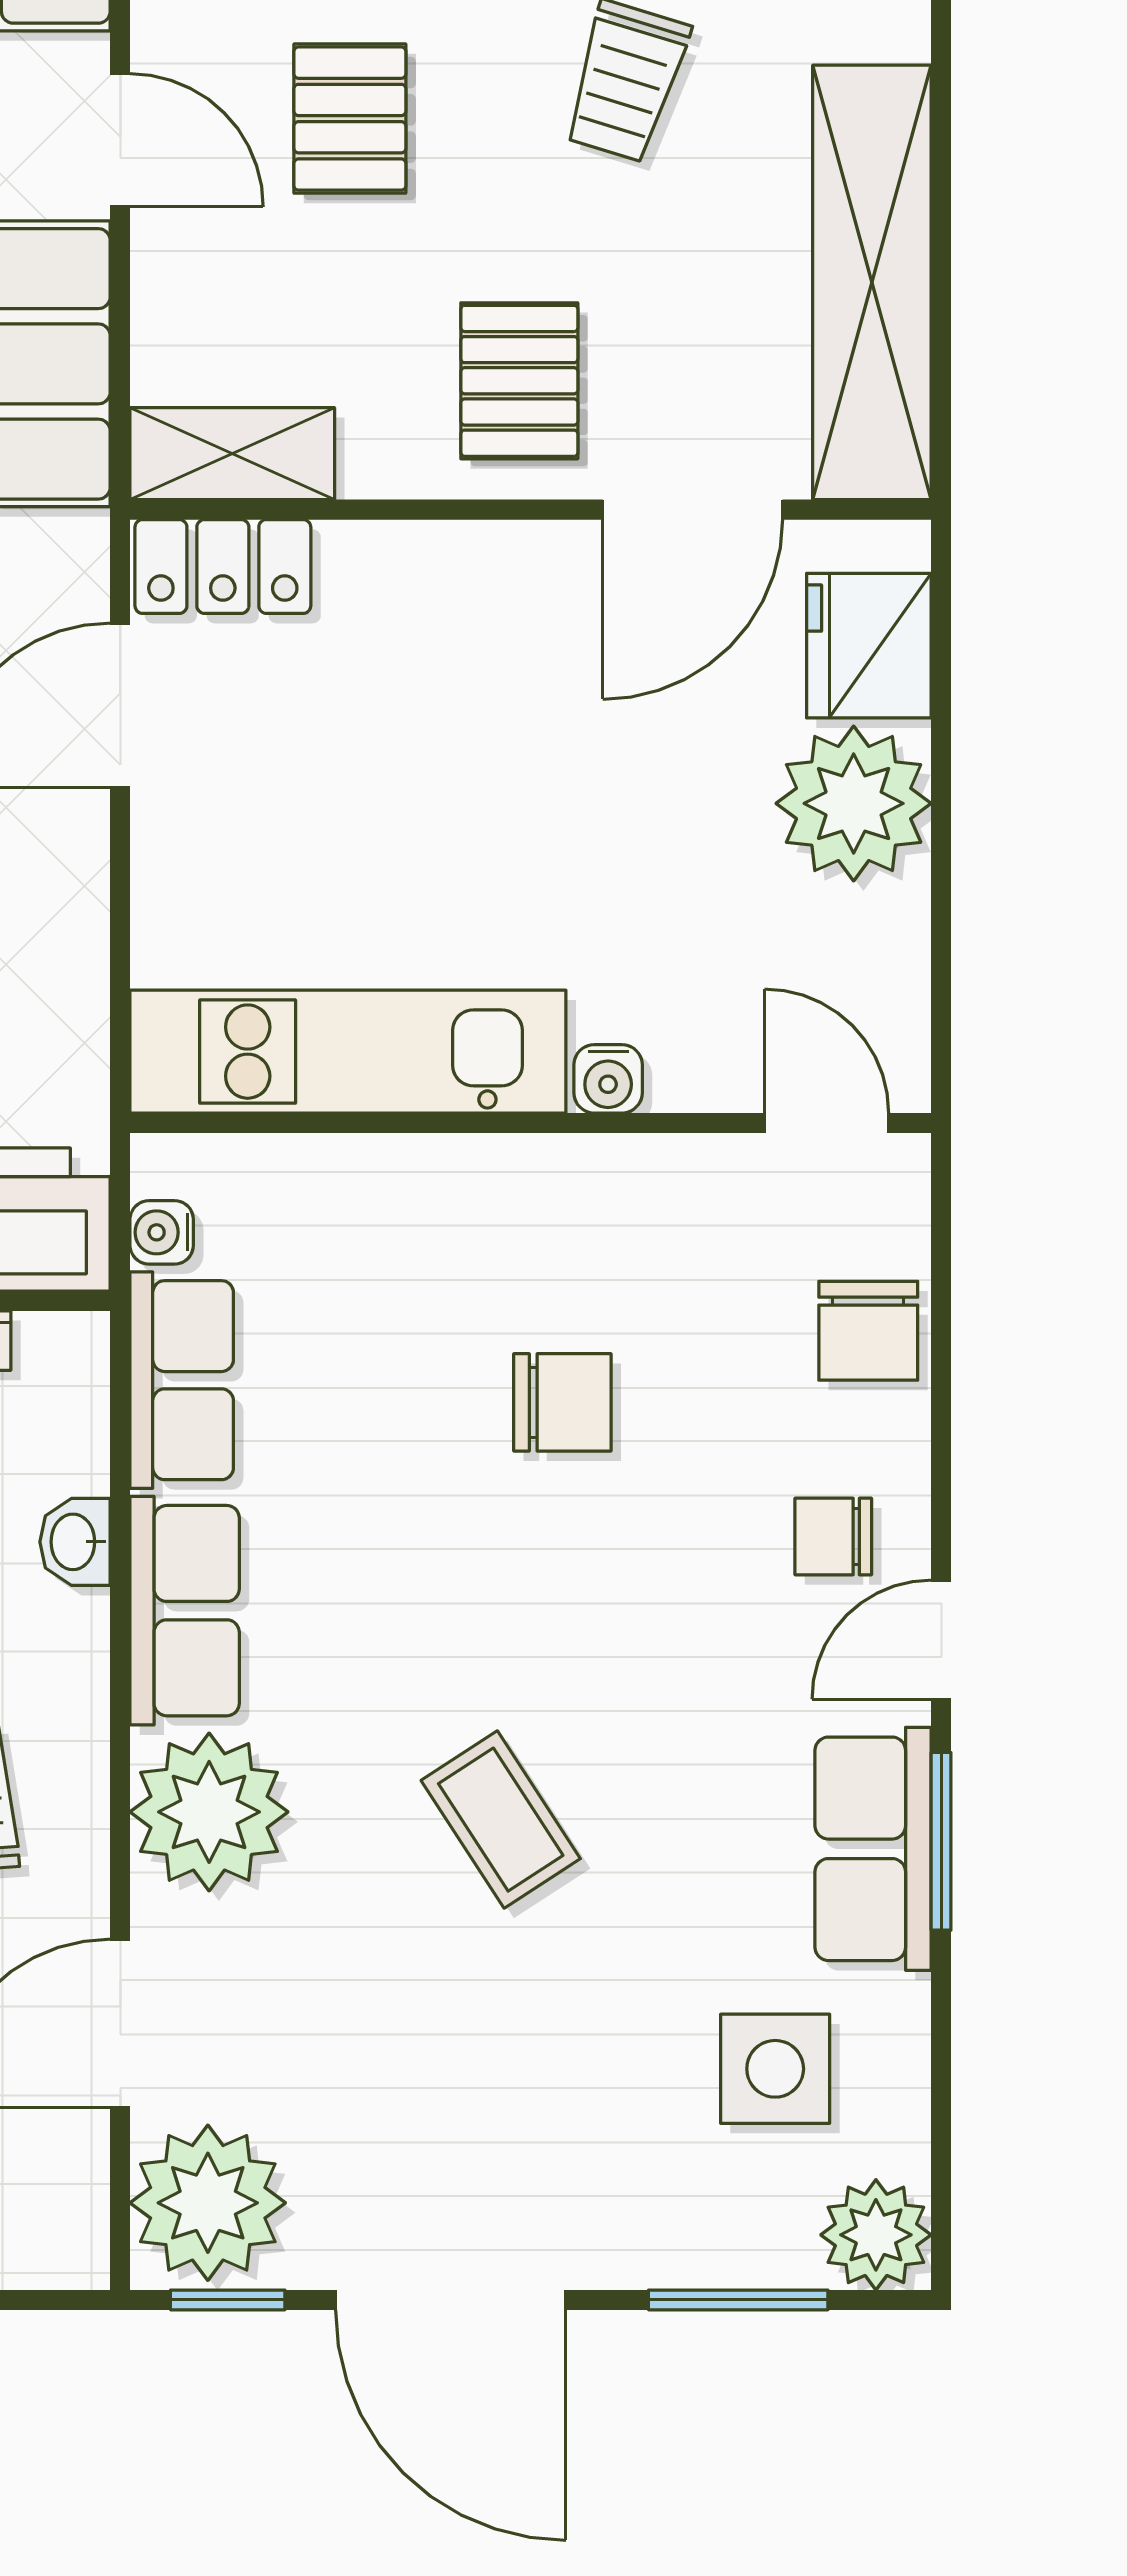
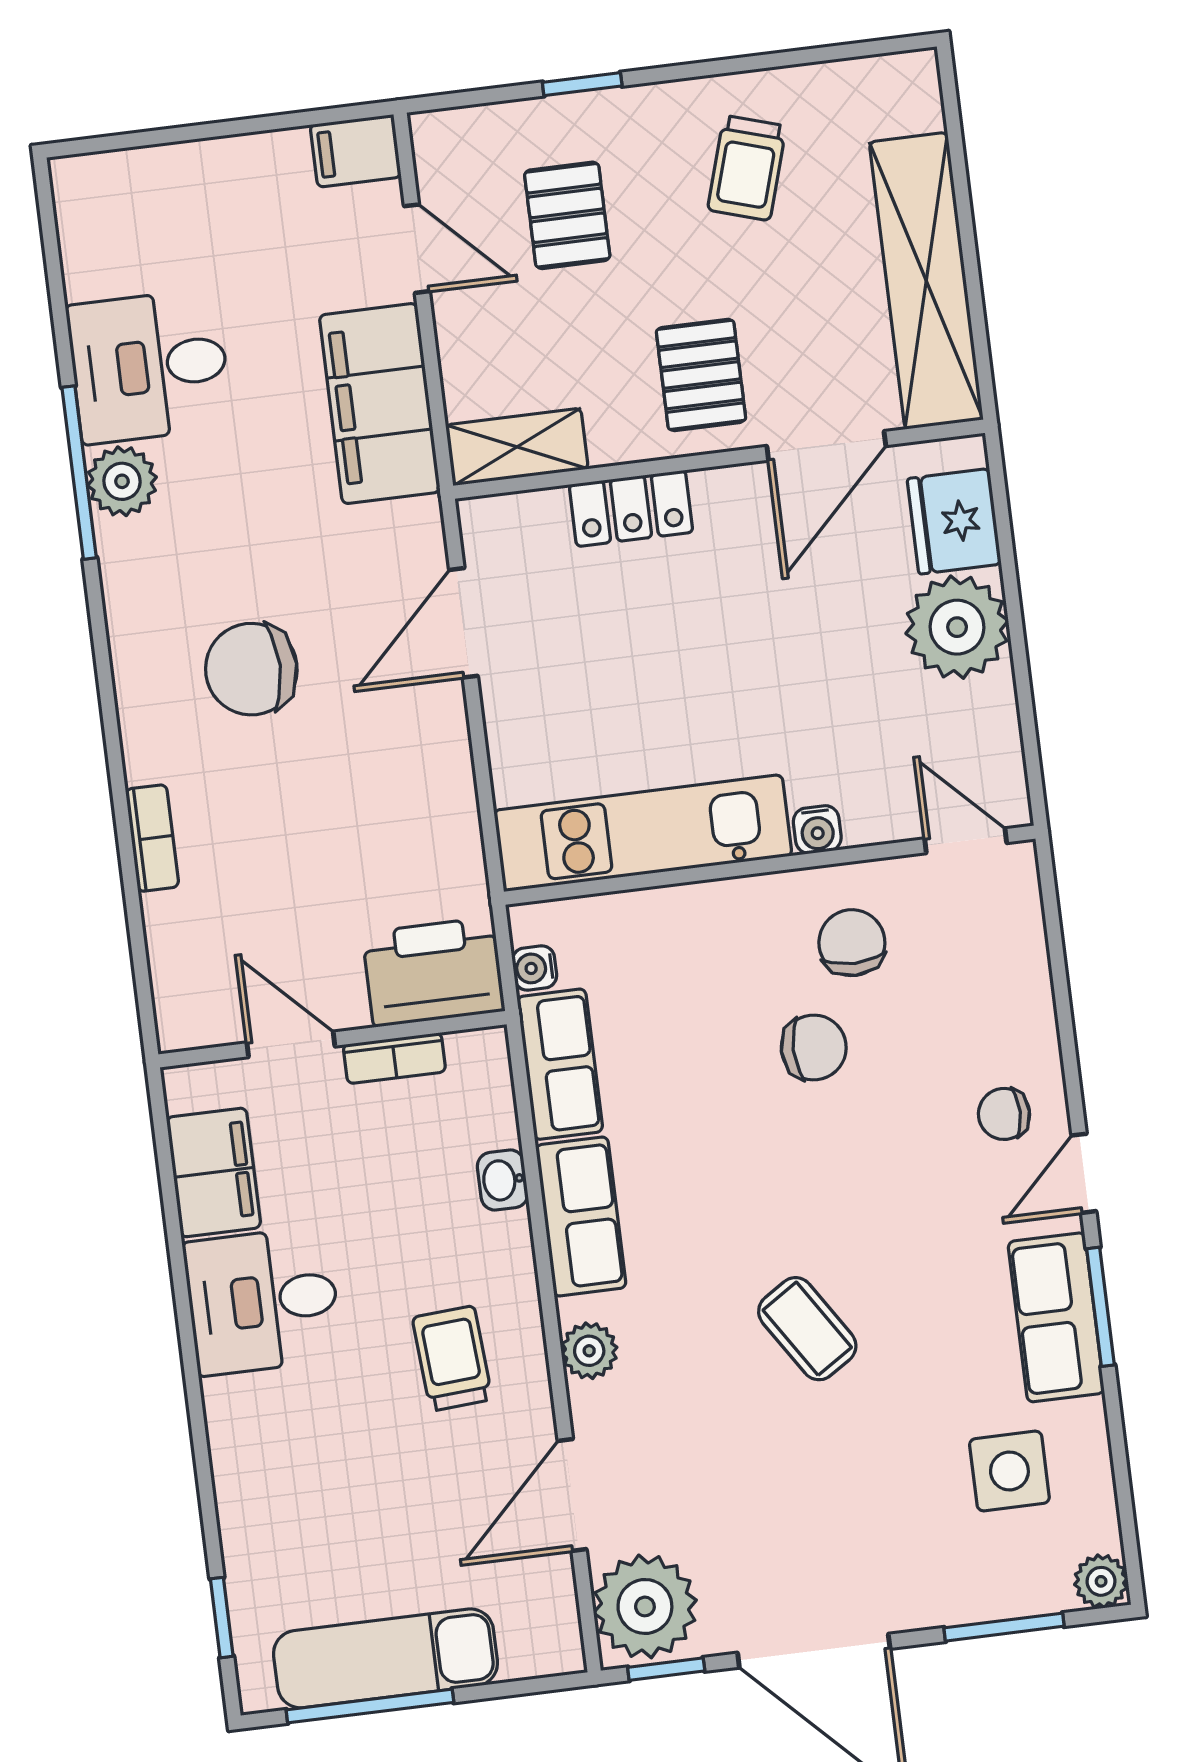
locker: (223, 566) -> (631, 508), moved
chair: (868, 1331) -> (852, 943), moved, turned 180
plant: (209, 1812) -> (589, 1351), width x0.53, depth x0.53
plant: (876, 2235) -> (1101, 1581), width x0.73, depth x0.73

